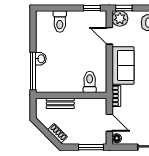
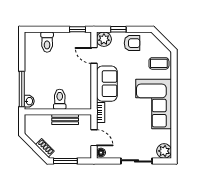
window: (124, 8) -> (118, 29), moved
washbasin: (41, 59) -> (29, 101), moved
toilet: (90, 82) -> (60, 99), moved
bench: (60, 103) -> (65, 119), moved
window: (91, 147) -> (65, 161), moved

